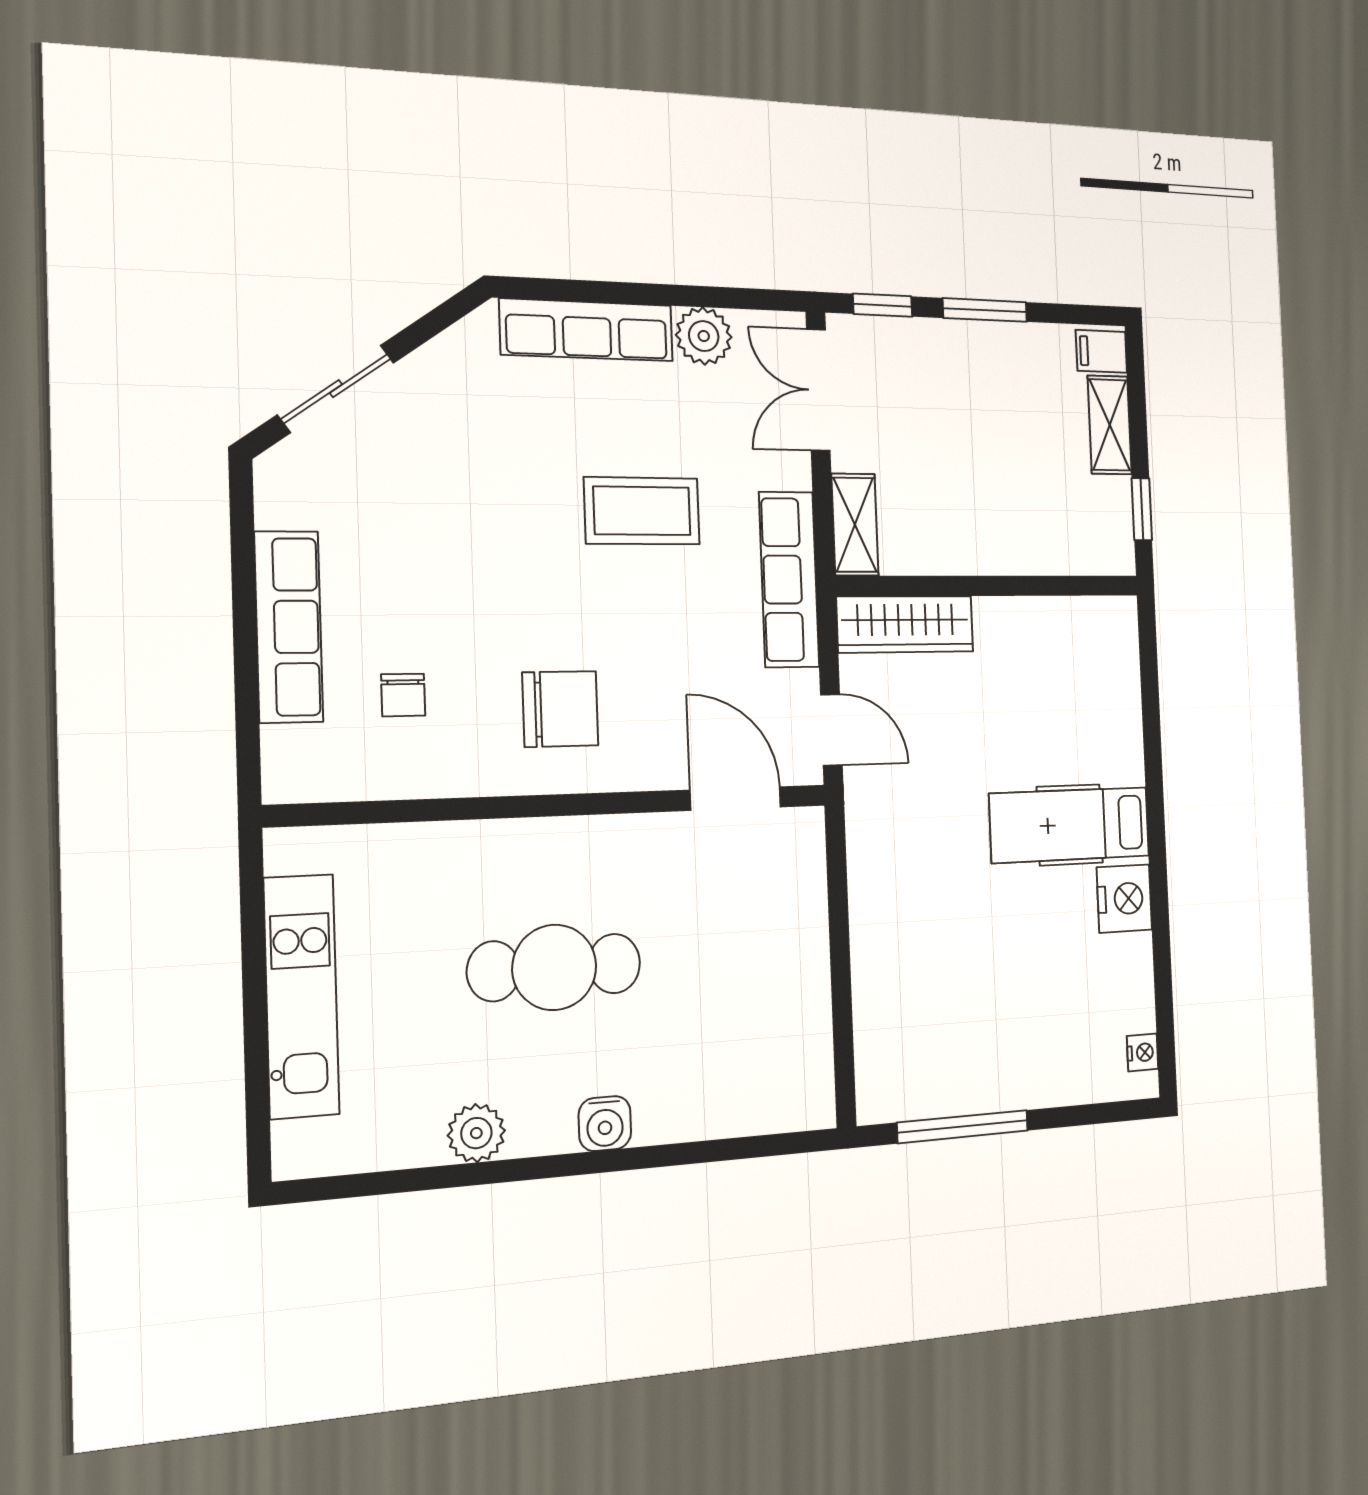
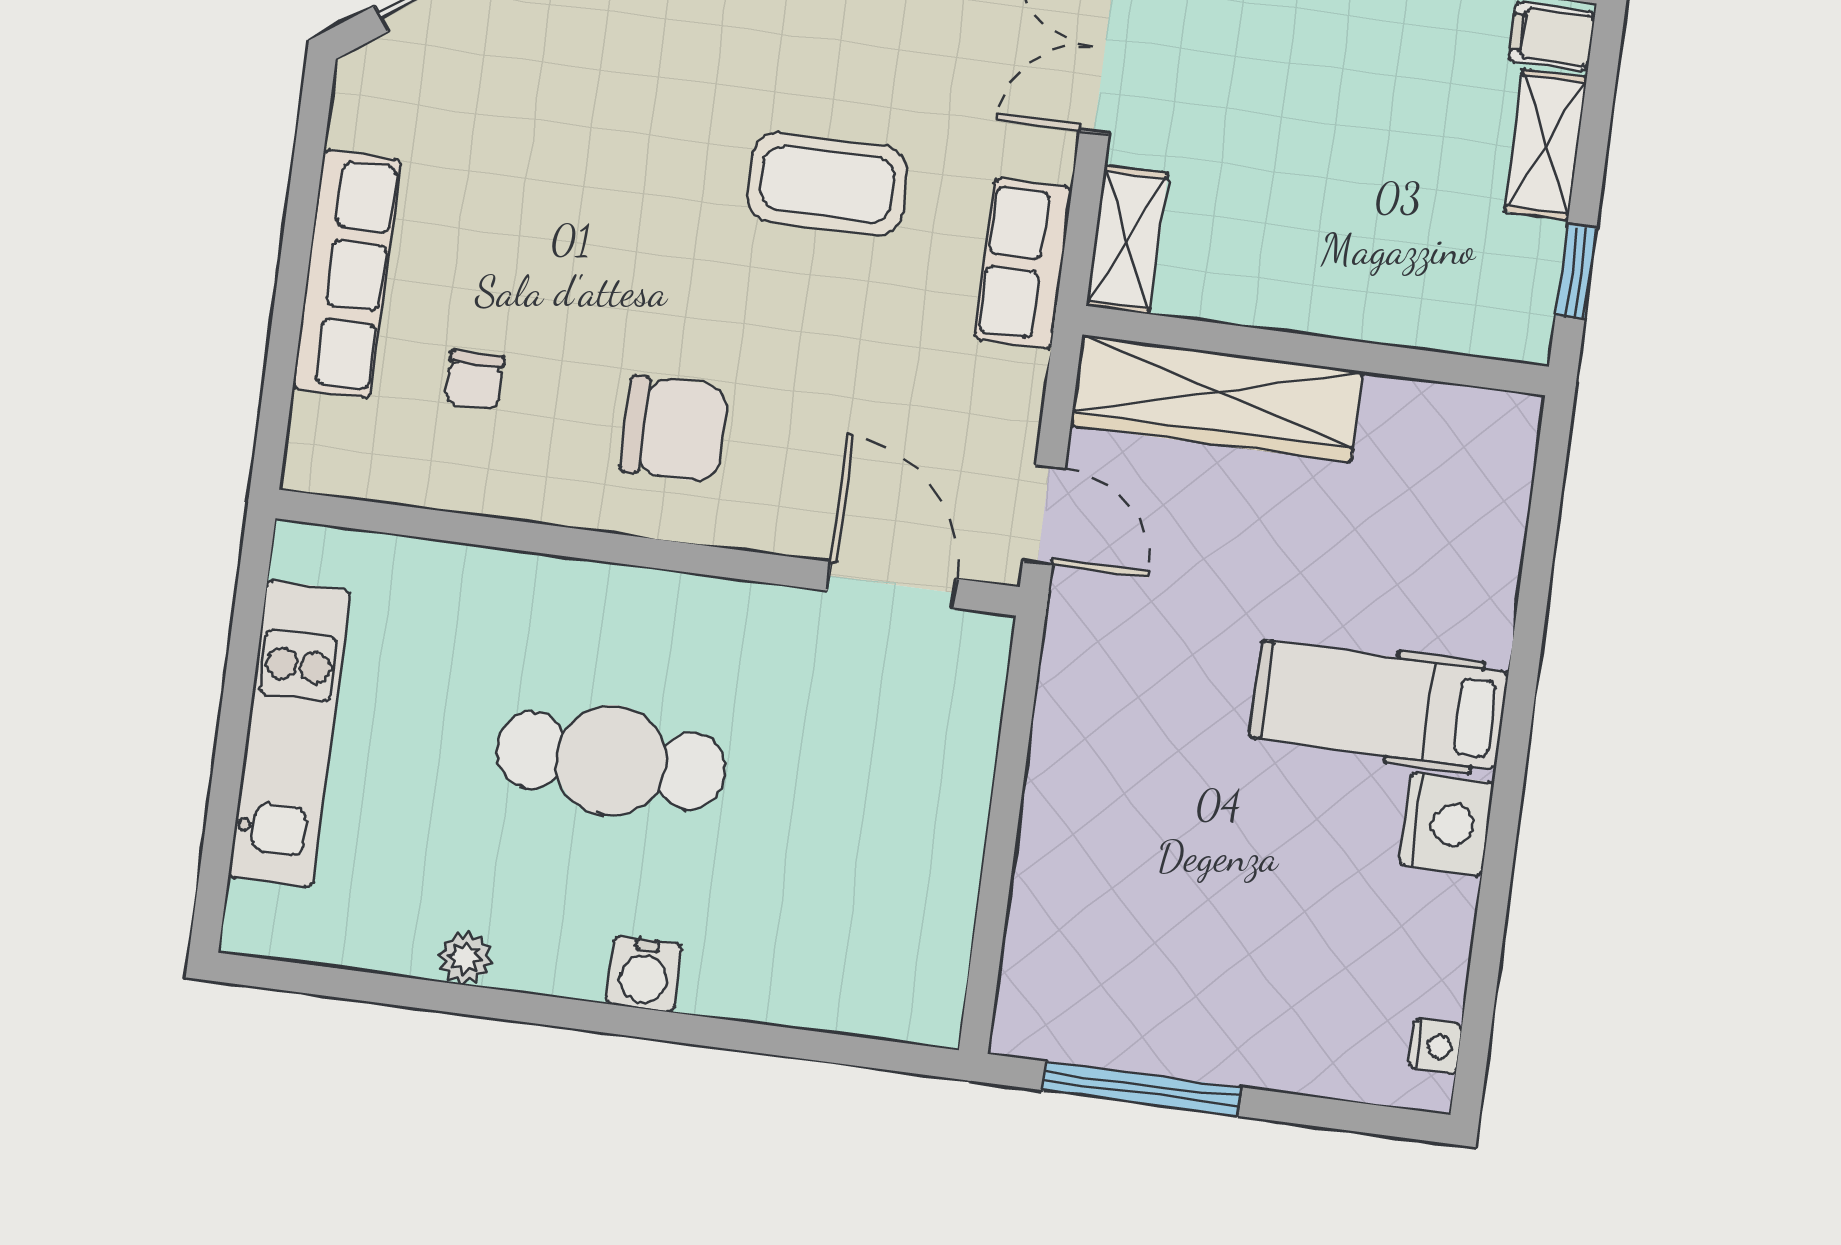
row of seats: (789, 580) -> (1023, 264), width x0.68
wardrobe: (905, 624) -> (1217, 399), width x1.40, depth x1.17
plant: (476, 1133) -> (465, 958), width x0.73, depth x0.73

